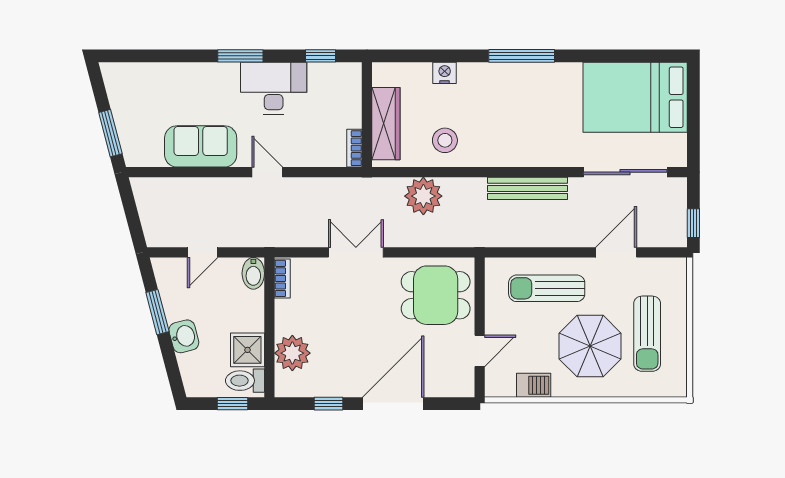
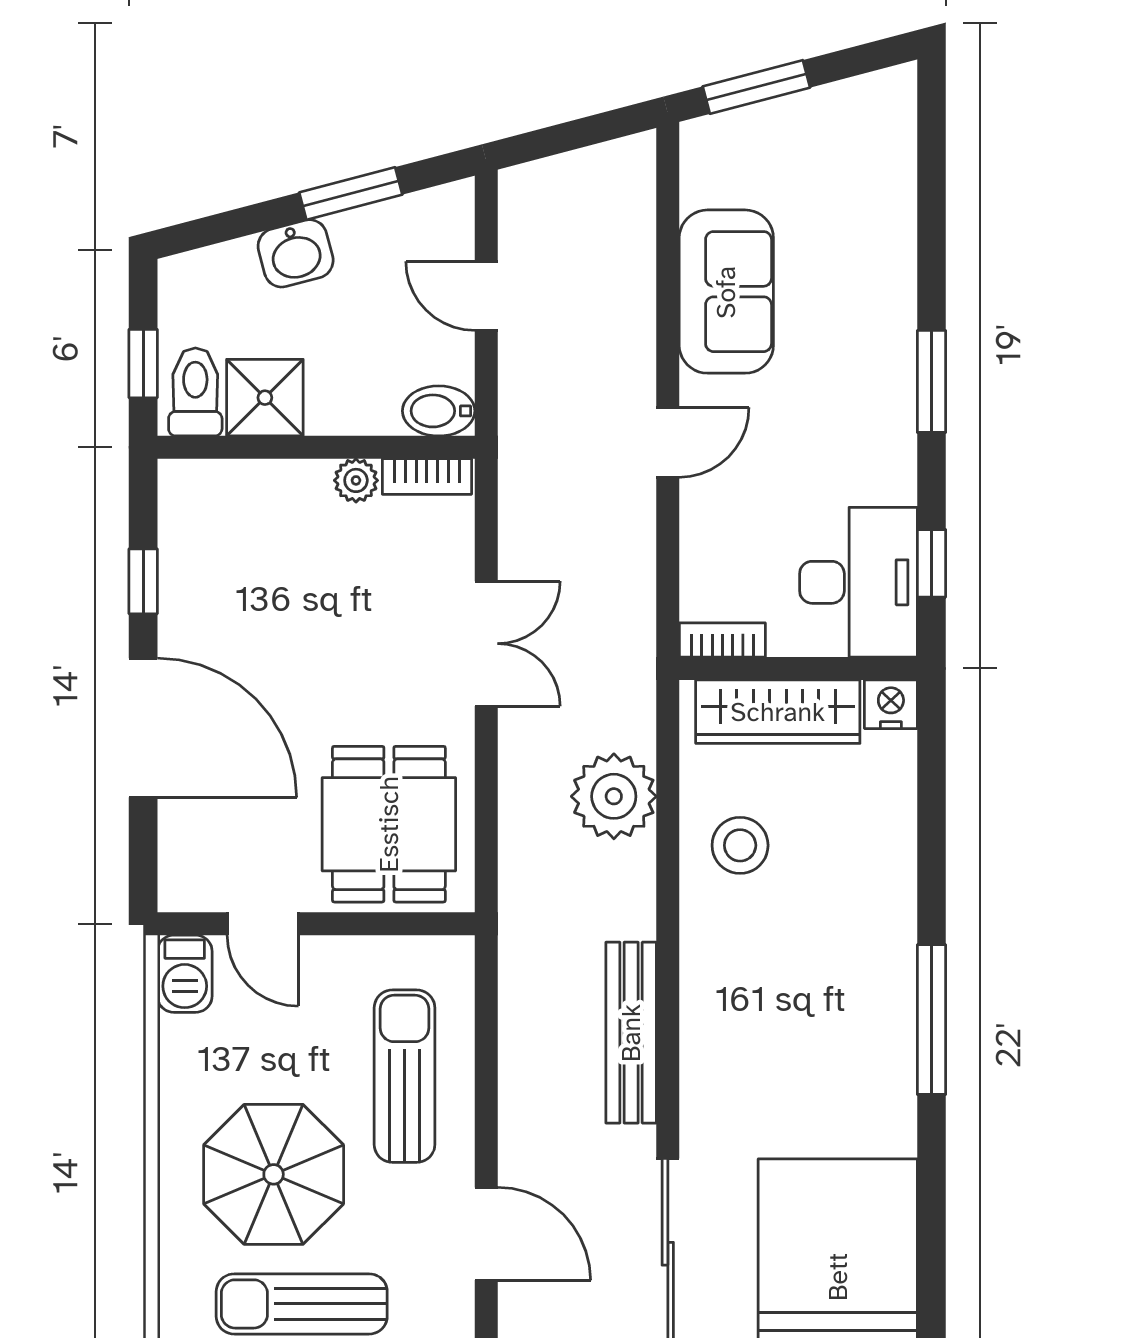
nightstand: (445, 73) -> (891, 704), moved, turned -90
desk: (274, 88) -> (858, 582), moved
plant: (292, 353) -> (356, 480), moved, width x0.53, depth x0.53
barbecue: (534, 385) -> (185, 974), moved

